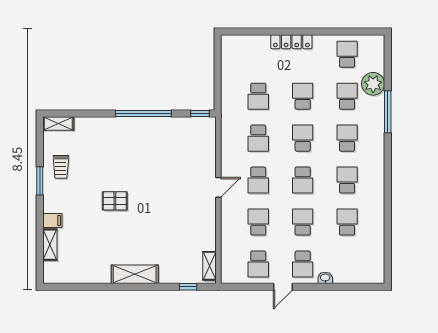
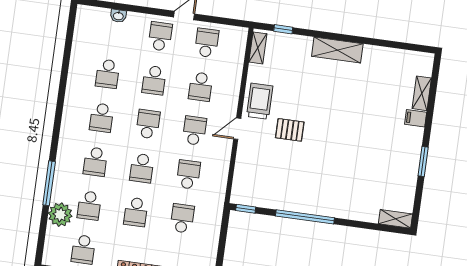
trolley: (61, 167) -> (260, 101), moved, width x1.36, depth x1.39
pallet: (115, 201) -> (290, 130), moved
washbasin: (325, 278) -> (118, 16), moved

